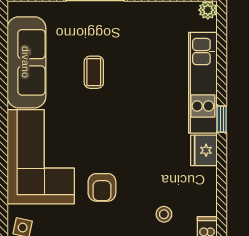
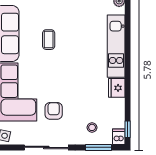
window: (222, 119) -> (128, 129), moved
armchair: (102, 187) -> (54, 111), turned 180

